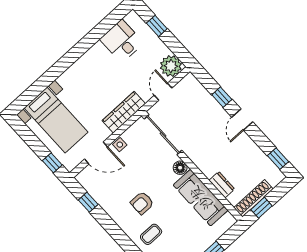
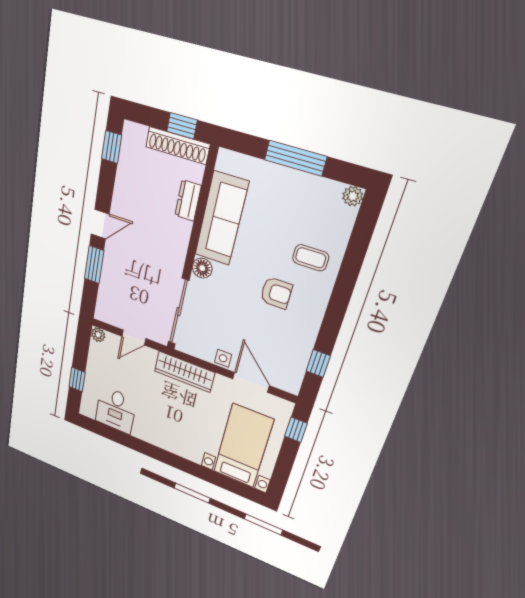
plant: (171, 66) -> (98, 335), width x0.53, depth x0.53
window: (222, 97) -> (94, 265), width x1.50

